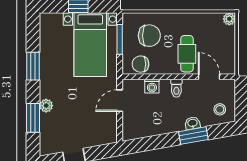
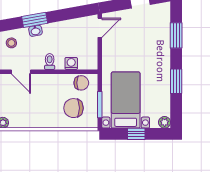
cafe table: (187, 54) -> (40, 92), removed
door: (120, 101) -> (100, 28), moved
plant: (46, 106) -> (165, 122), moved

